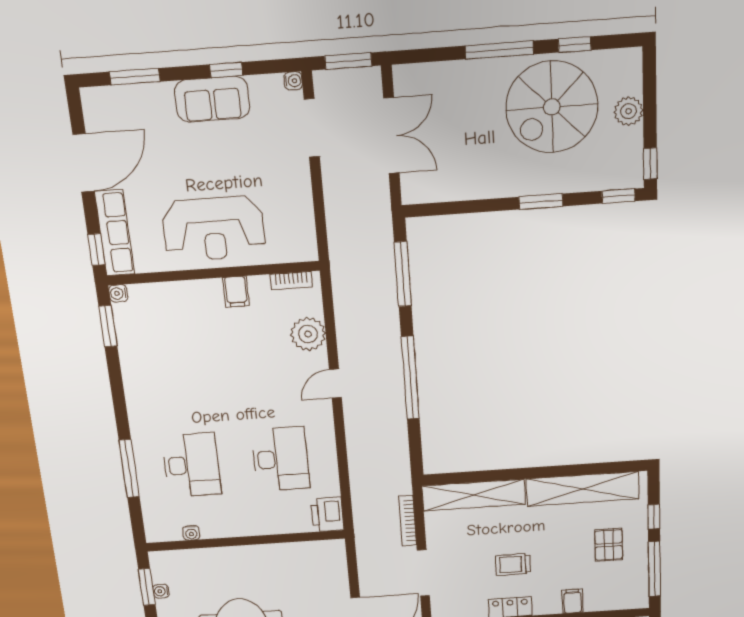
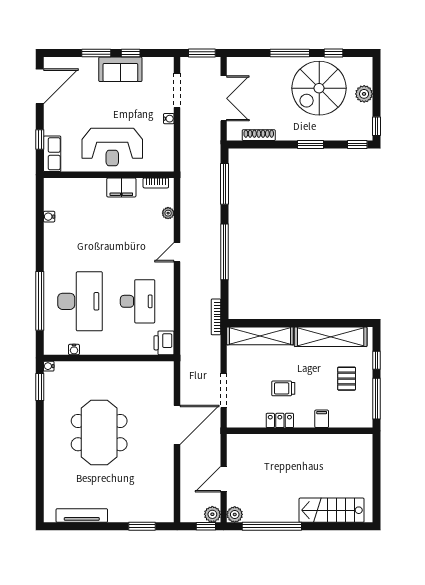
window: (135, 77) -> (96, 53), moved
water cooler: (293, 81) -> (169, 119), moved
door: (84, 163) -> (40, 86), moved
shoe rack: (454, 192) -> (259, 135), added
row of seats: (115, 233) -> (52, 154), width x0.68
window: (96, 250) -> (40, 139), moved
filing cabinet: (236, 292) -> (121, 187), width x2.00
water cooler: (118, 293) -> (49, 217), moved
window: (108, 326) -> (40, 204), removed
plant: (308, 334) -> (168, 213), width x0.53, depth x0.53
desk: (192, 465) -> (80, 301), width x1.36, depth x1.30
window: (129, 469) -> (40, 301), width x1.46
bookcase: (408, 521) -> (216, 317), moved
water cooler: (161, 591) -> (49, 366), moved

